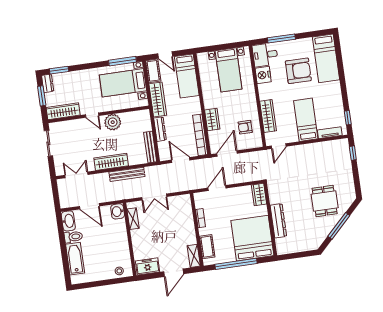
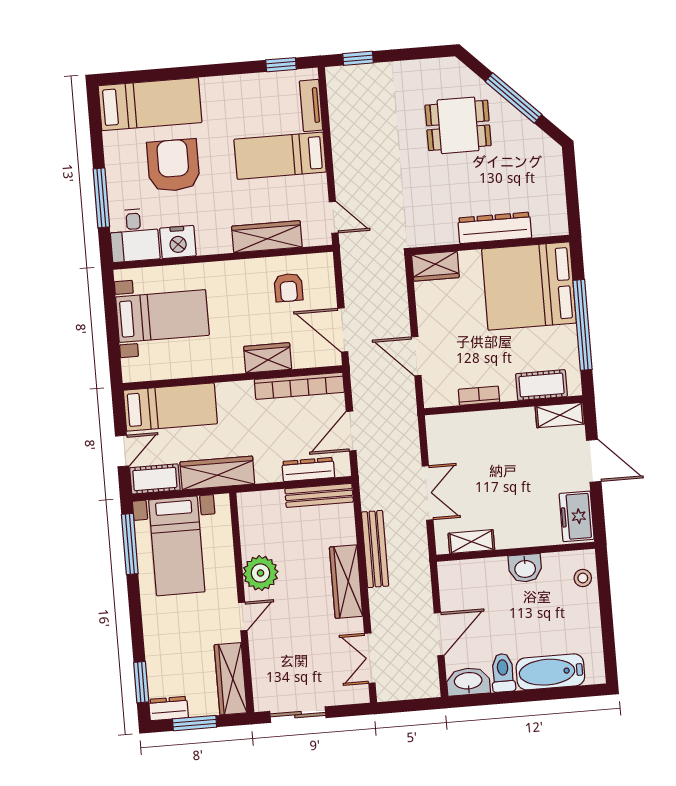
dresser: (160, 129) -> (308, 469), moved
washbasin: (118, 211) -> (525, 568), moved

